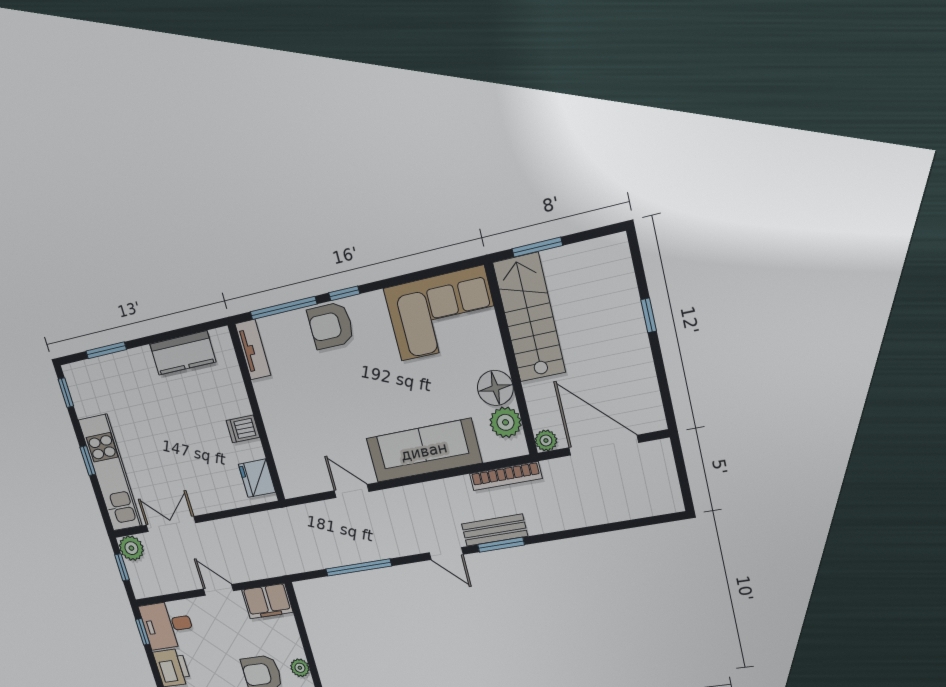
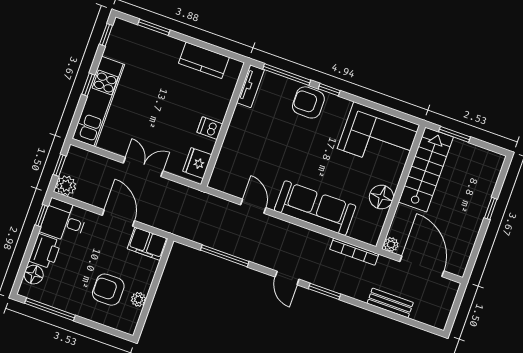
plant: (505, 422) -> (374, 220), removed
double door: (171, 524) -> (143, 167), moved
bench: (495, 530) -> (390, 303), moved
plant: (131, 548) -> (66, 186), moved
door: (218, 590) -> (118, 218), width x1.38

